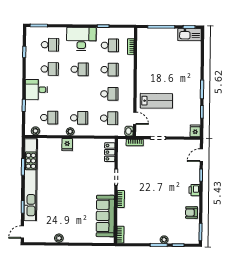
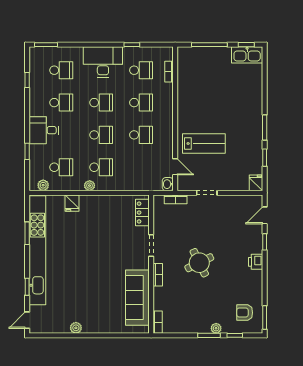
school desk: (109, 118) -> (101, 135), moved
fridge: (67, 145) -> (72, 203), moved
round table: (152, 190) -> (199, 263), added
armchair: (192, 213) -> (245, 313), moved

